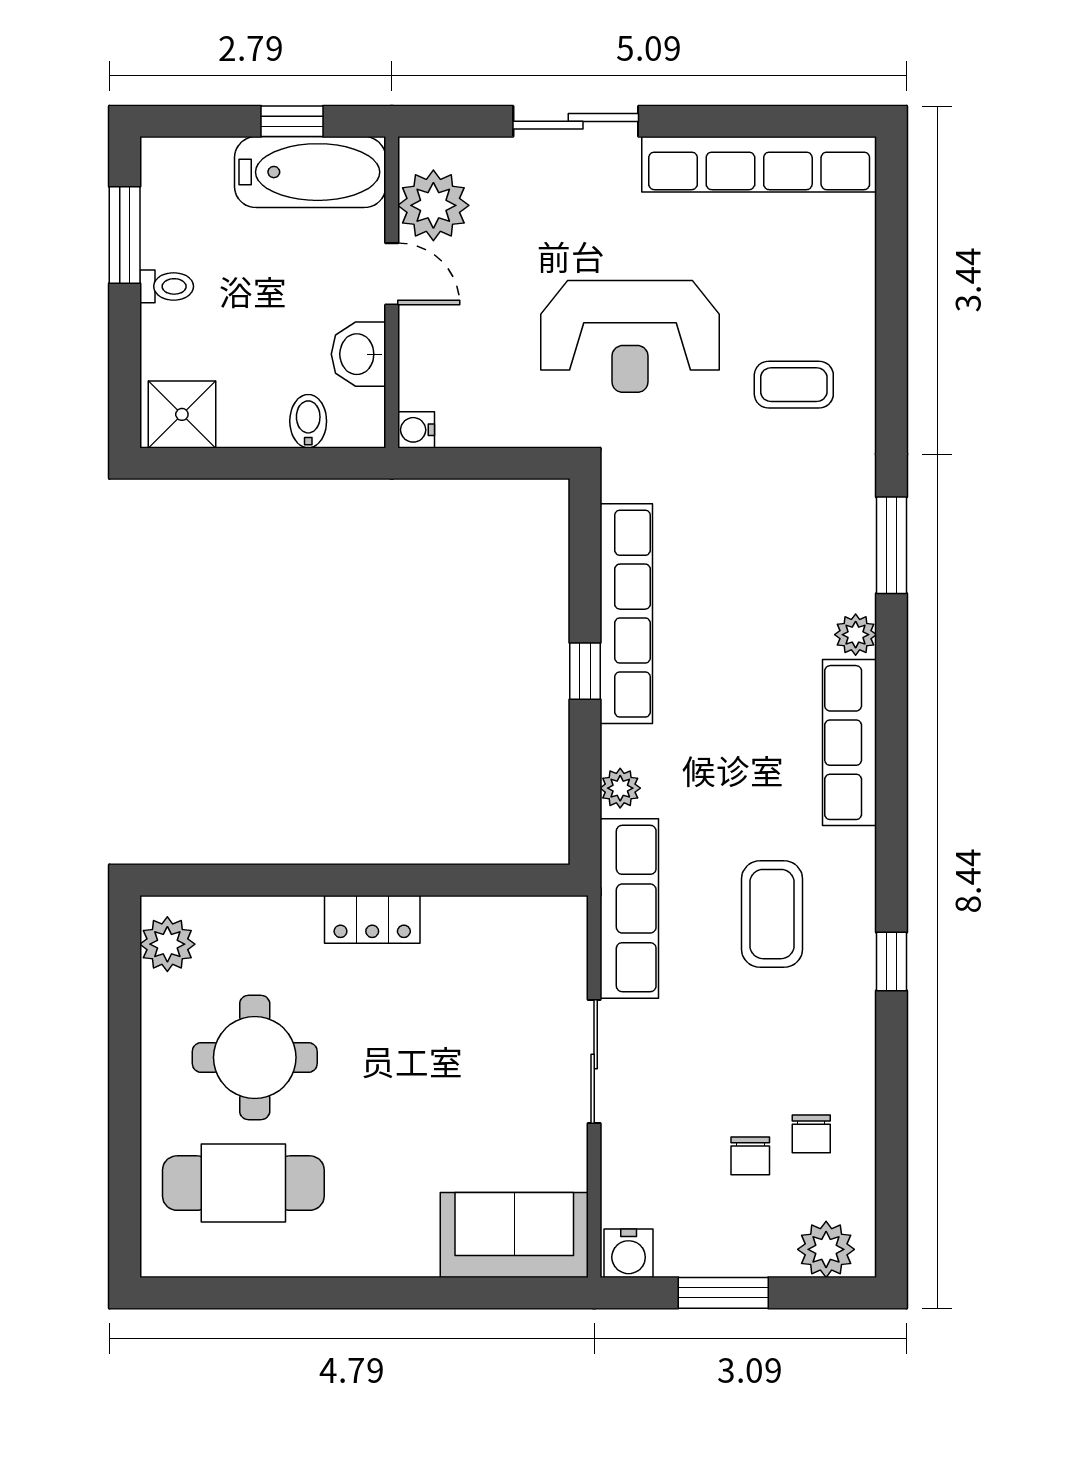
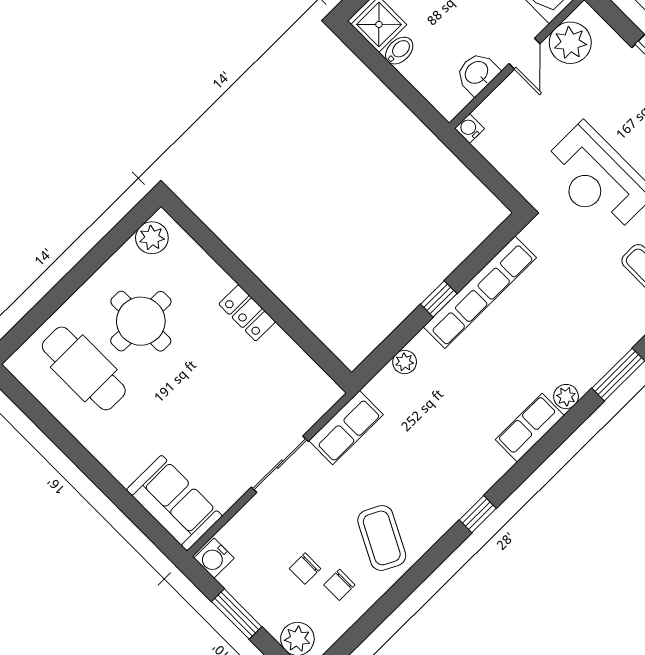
bidet: (308, 421) -> (399, 51), moved
row of seats: (849, 743) -> (530, 428), width x0.68
row of seats: (629, 909) -> (346, 428), width x0.68
coffee table: (772, 914) -> (382, 538), moved, turned -63
window: (892, 962) -> (478, 514), moved

